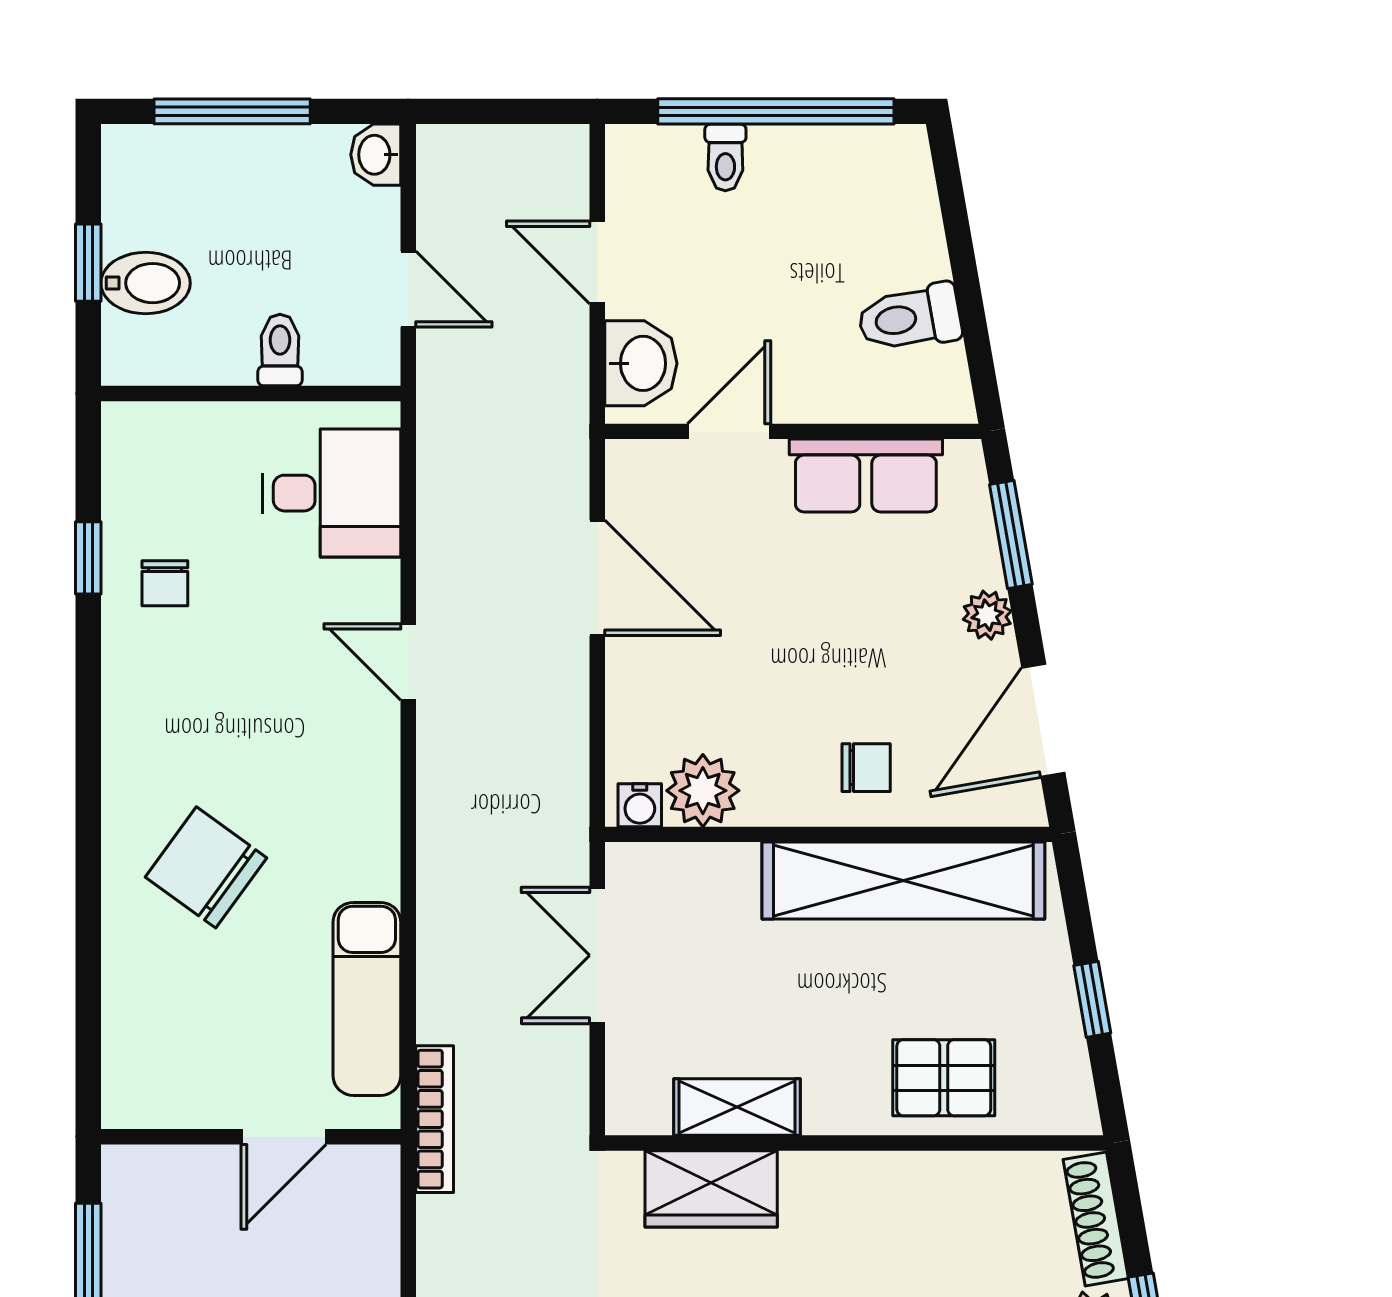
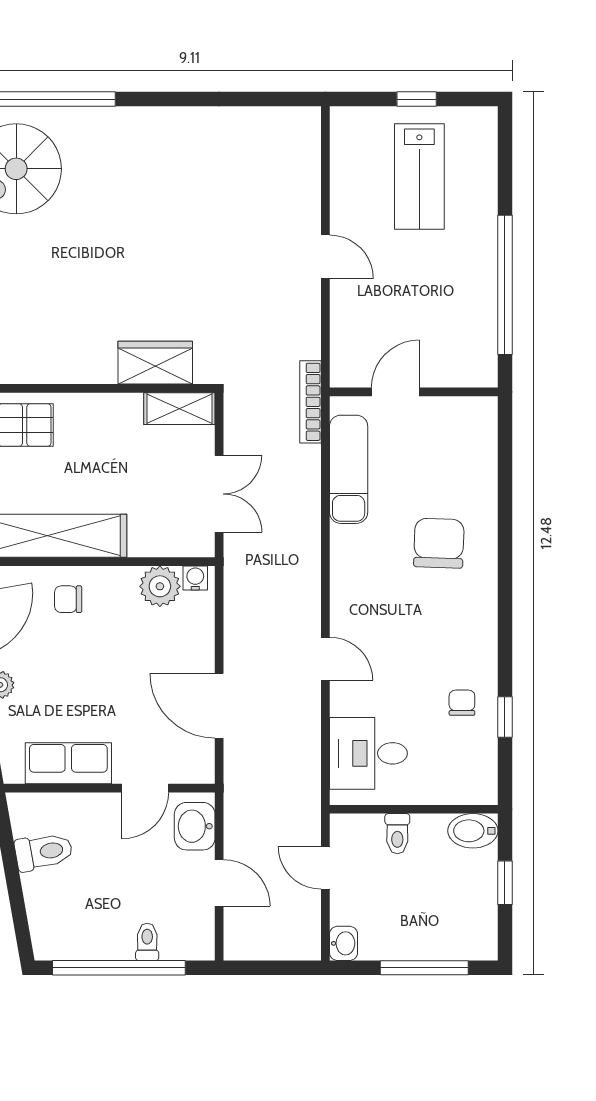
bidet: (146, 283) -> (473, 831), moved
chair: (206, 867) -> (439, 543), turned -124
shelving: (737, 1107) -> (179, 409), moved

